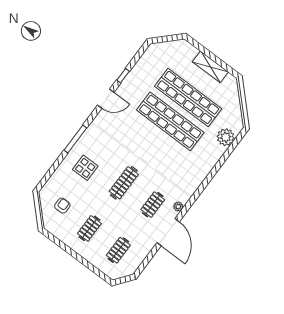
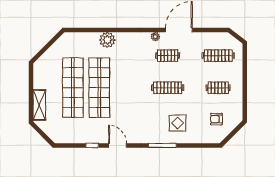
shelving: (210, 67) -> (39, 105), moved
plant: (226, 137) -> (107, 40), moved
clothes rail: (118, 250) -> (218, 56), width x1.36

